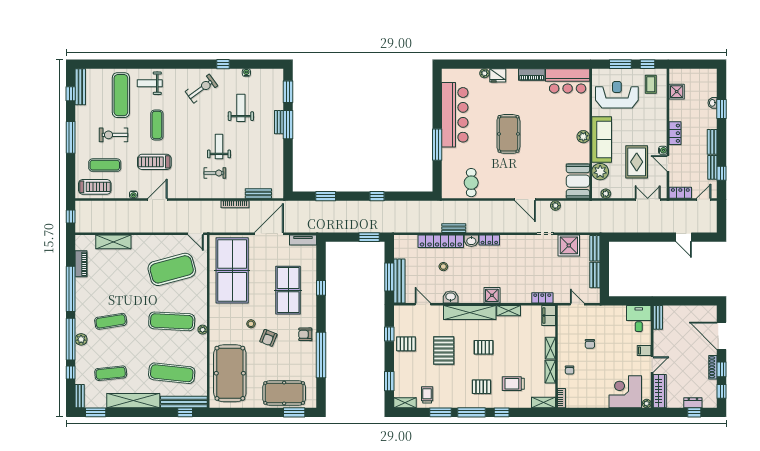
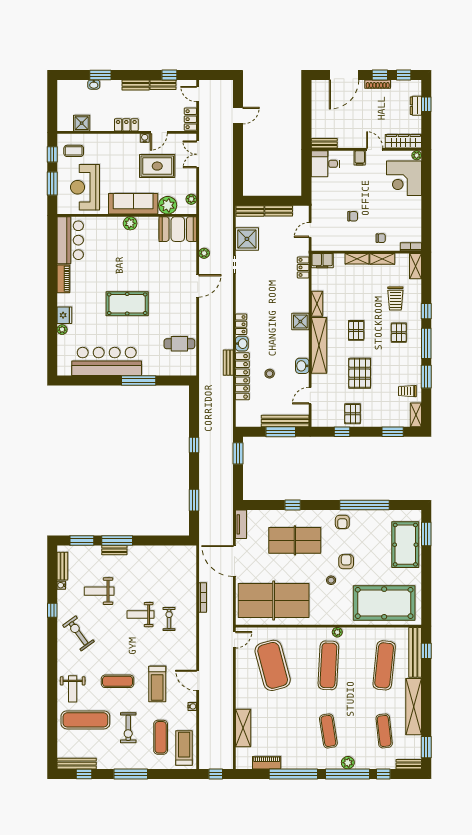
bench: (258, 193) -> (62, 566), moved
armchair: (268, 338) -> (346, 562), turned -112
pallet: (444, 350) -> (360, 373), turned 90

